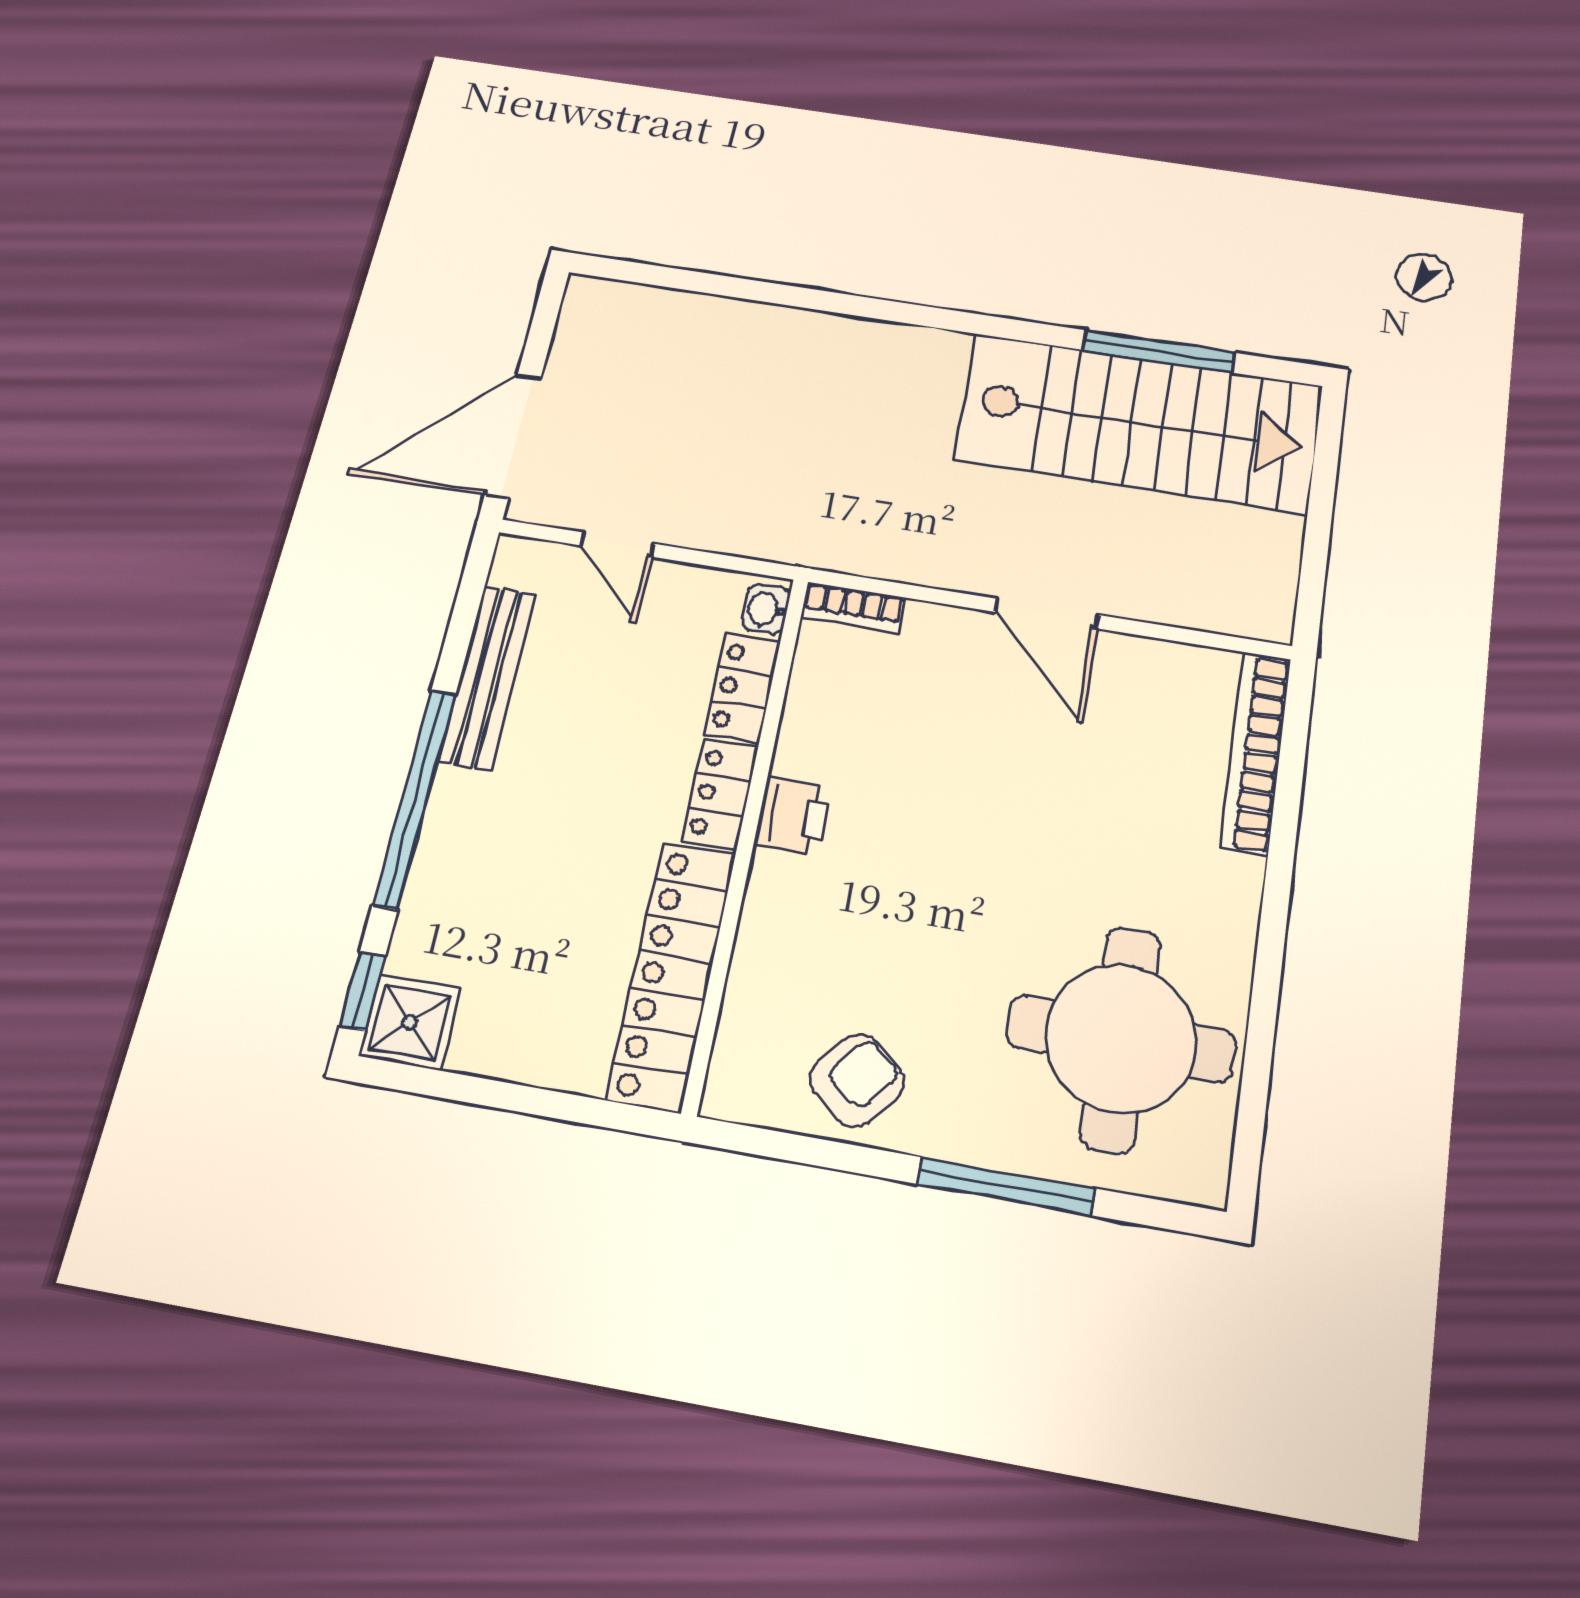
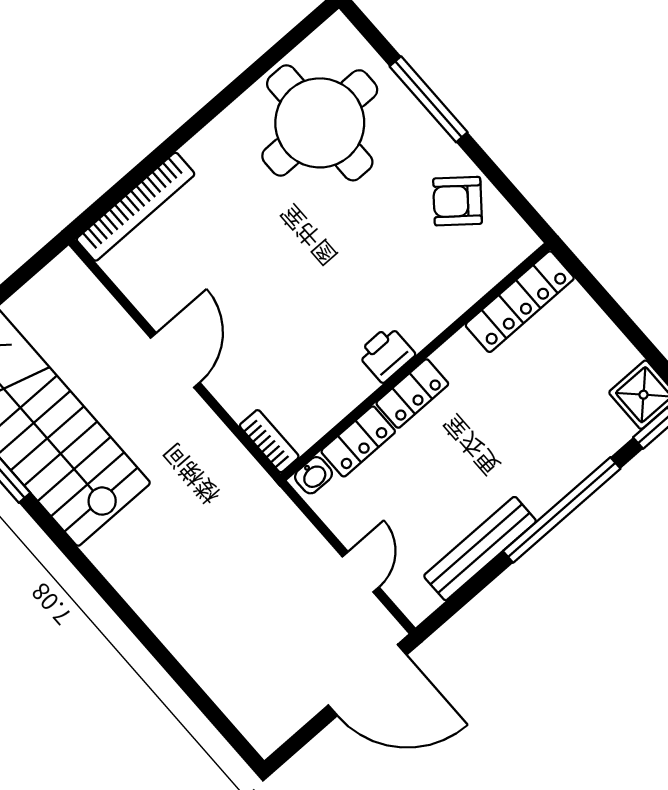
locker: (672, 975) -> (520, 302), width x0.71, depth x0.83

